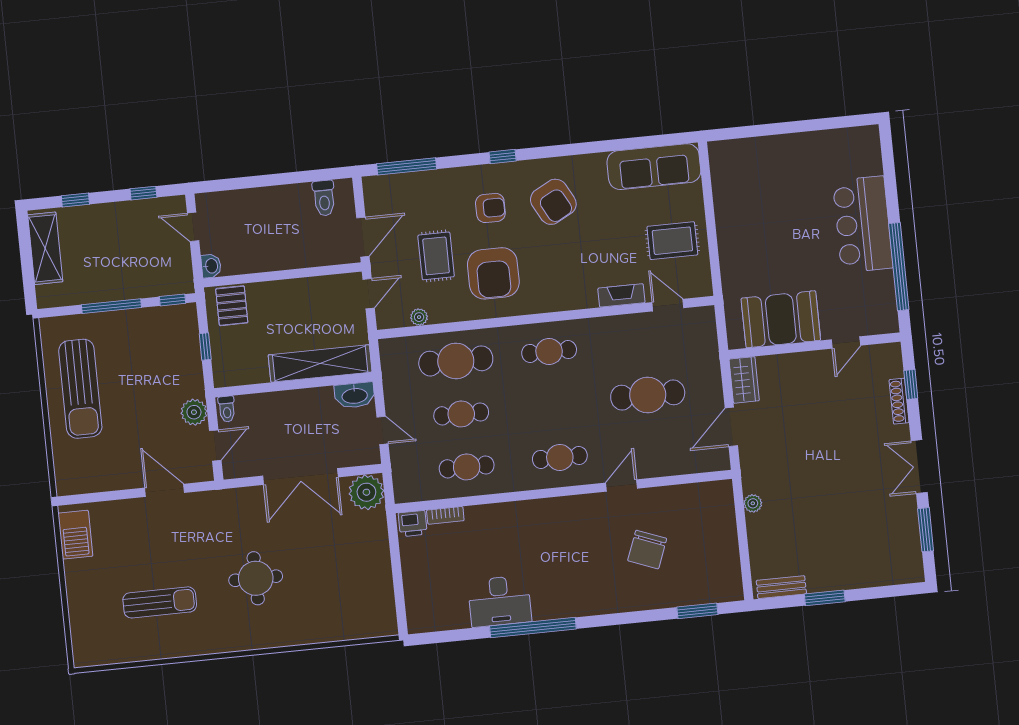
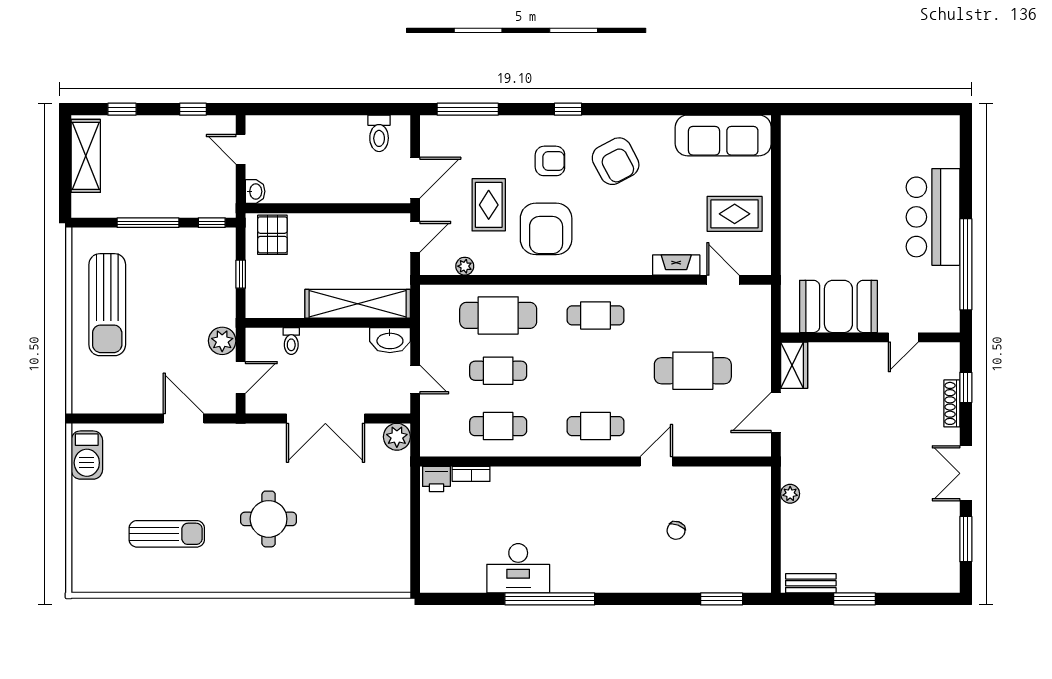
toilet: (227, 409) -> (291, 341), moved
plant: (366, 492) -> (397, 437), width x0.73, depth x0.73
chair: (647, 550) -> (676, 530), width x0.54, depth x0.54

